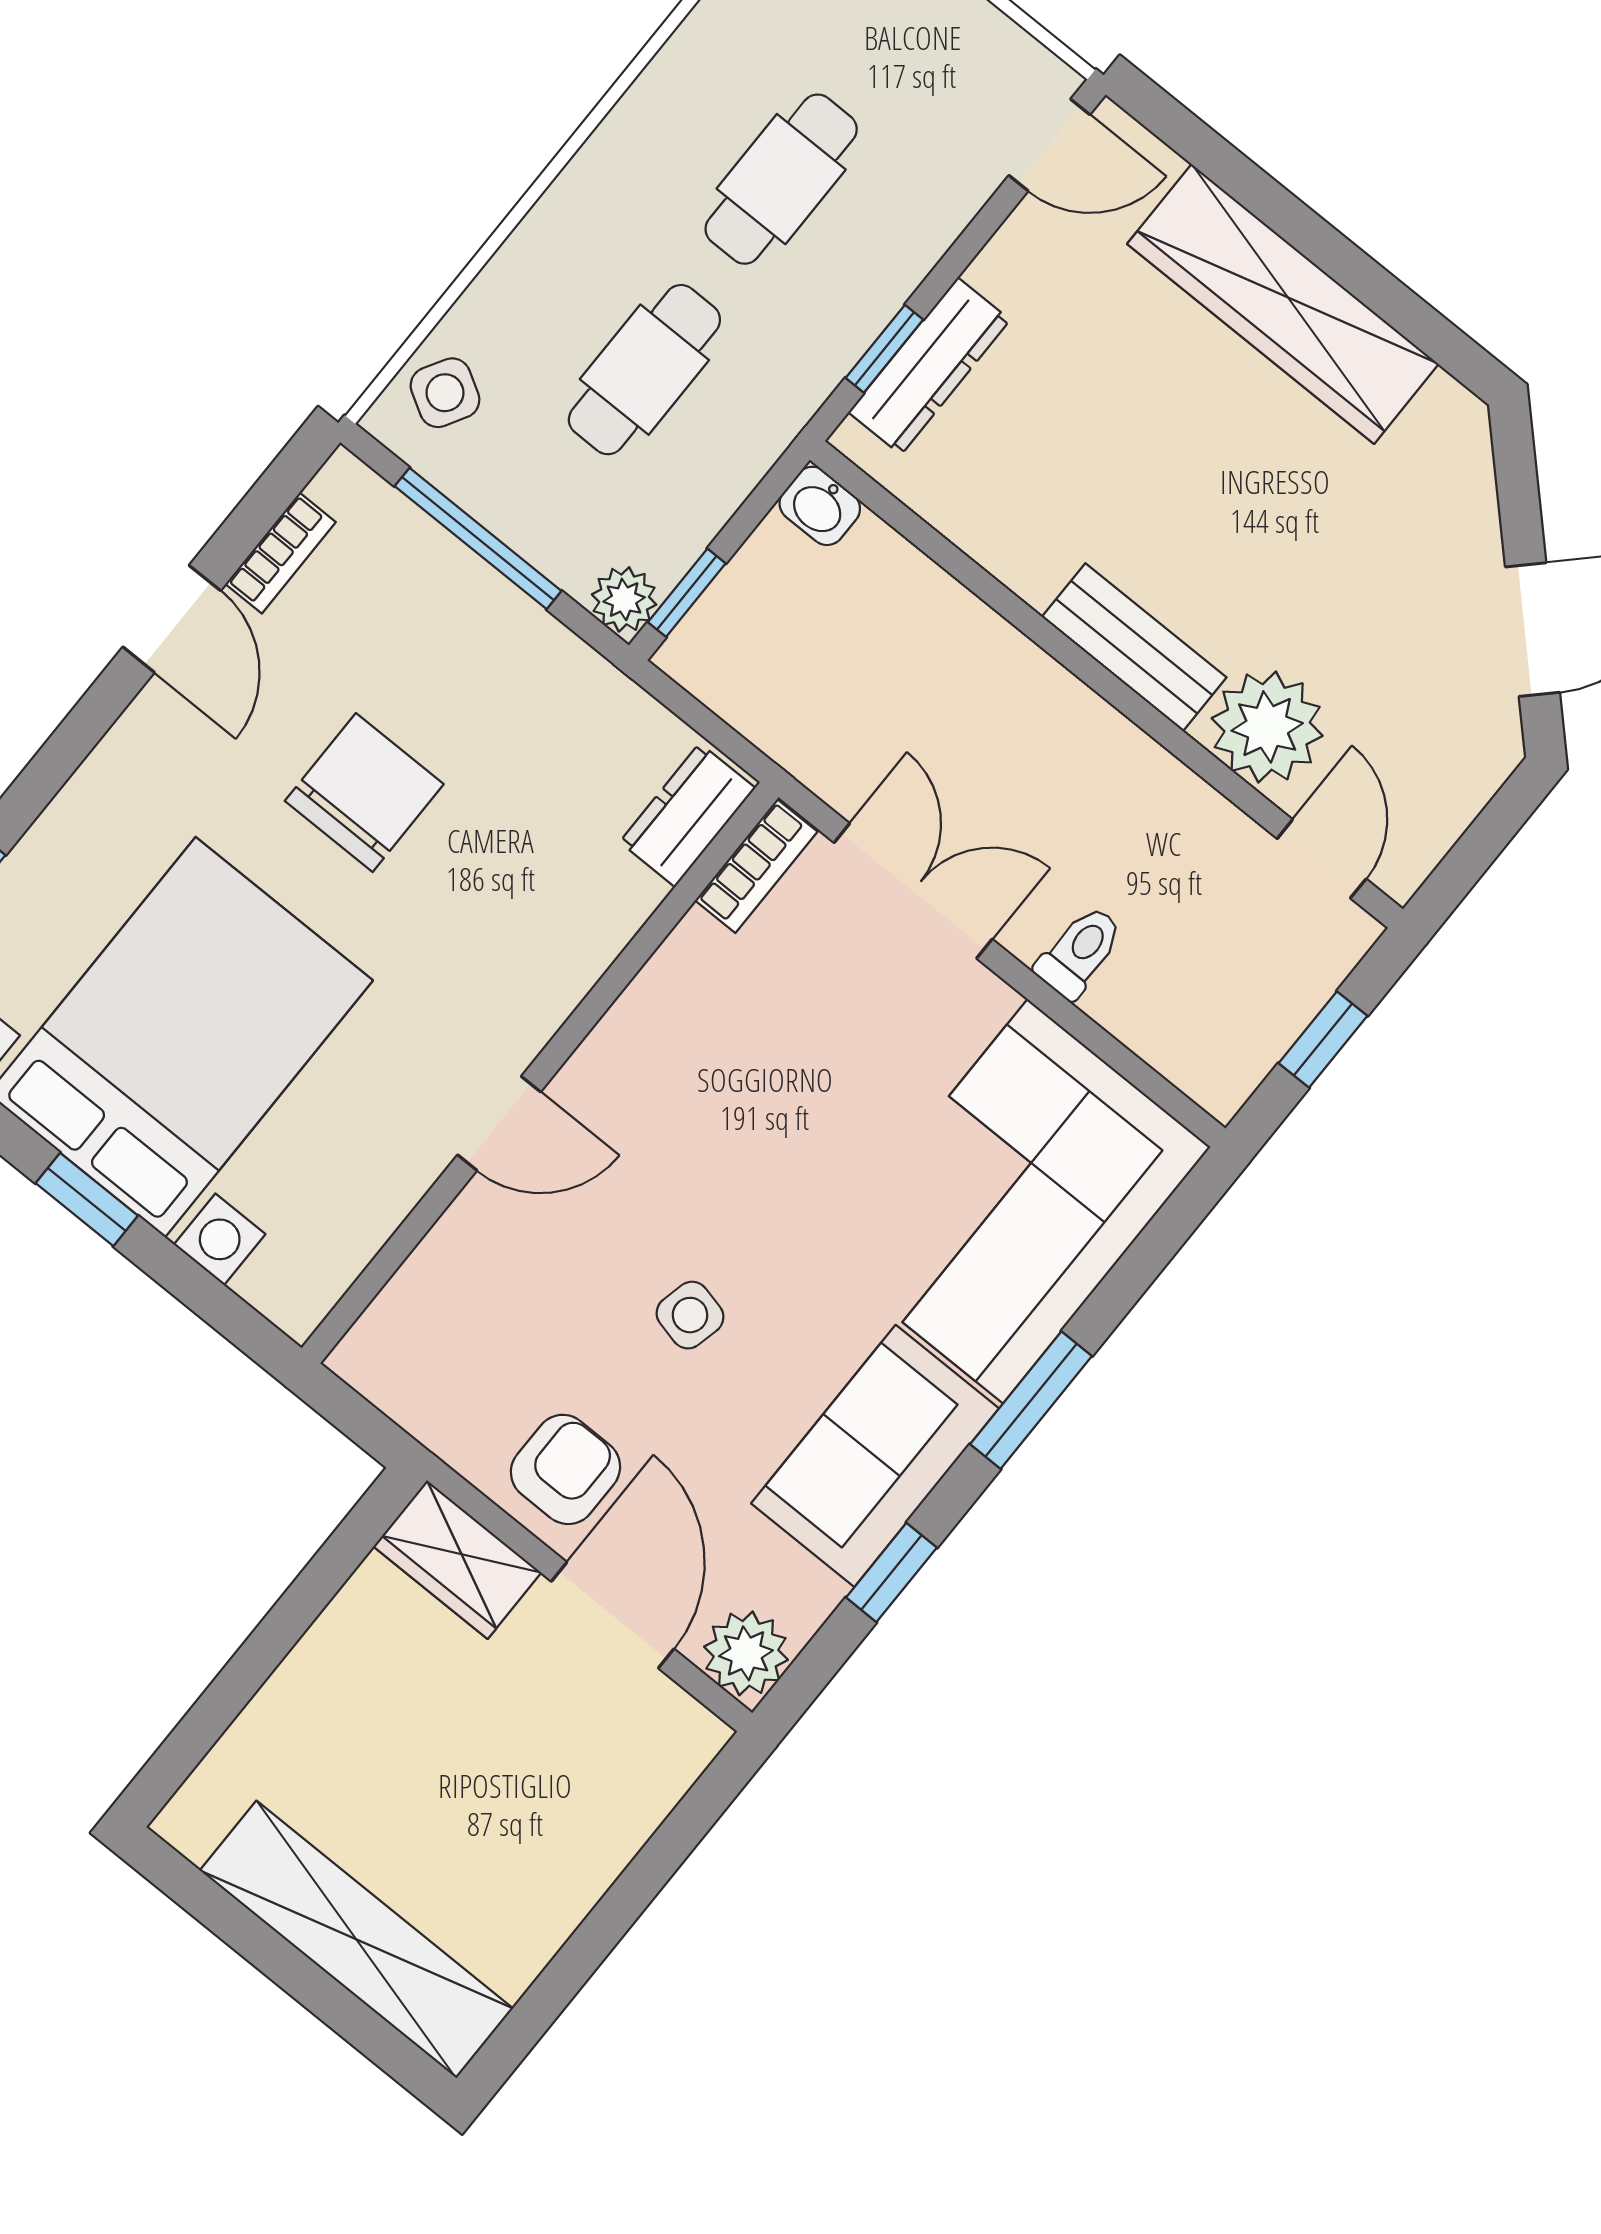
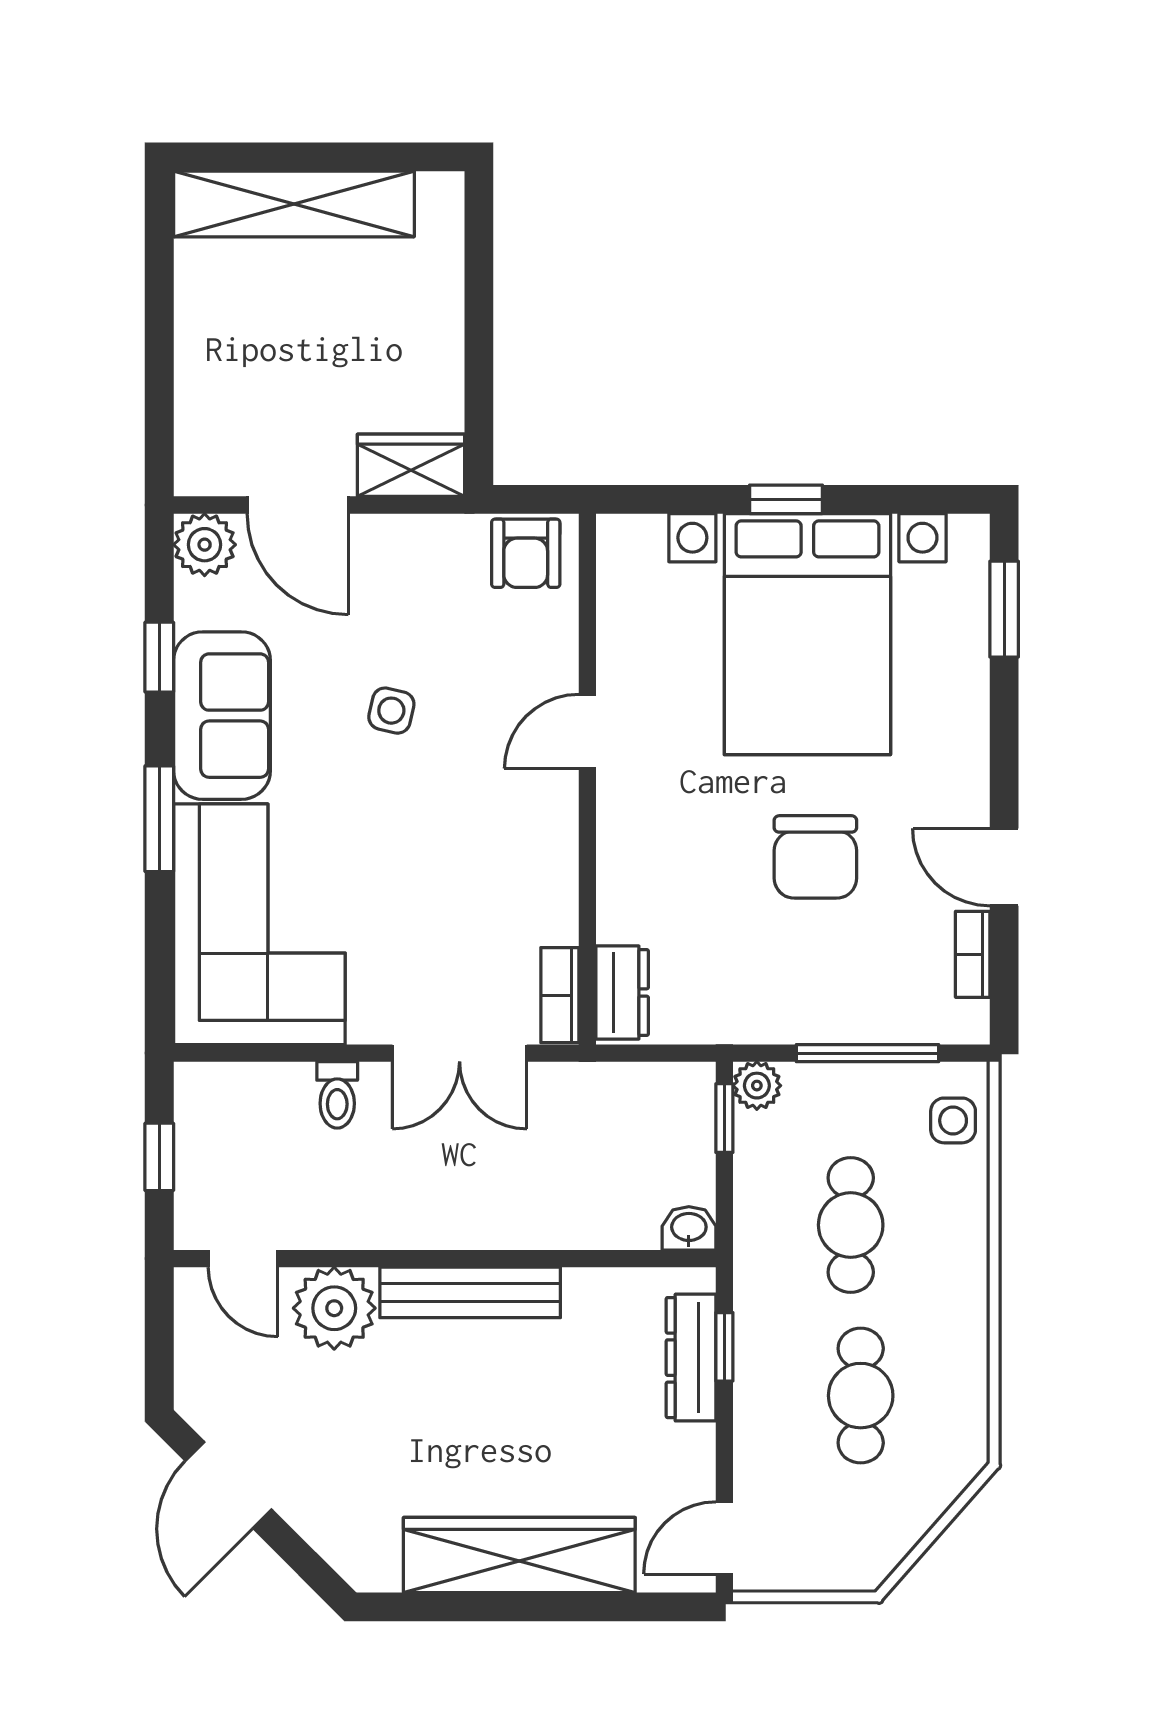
side table: (445, 393) -> (953, 1120), turned -30
bench: (1134, 647) -> (470, 1292), width x1.36
armchair: (565, 1469) -> (526, 553), moved

